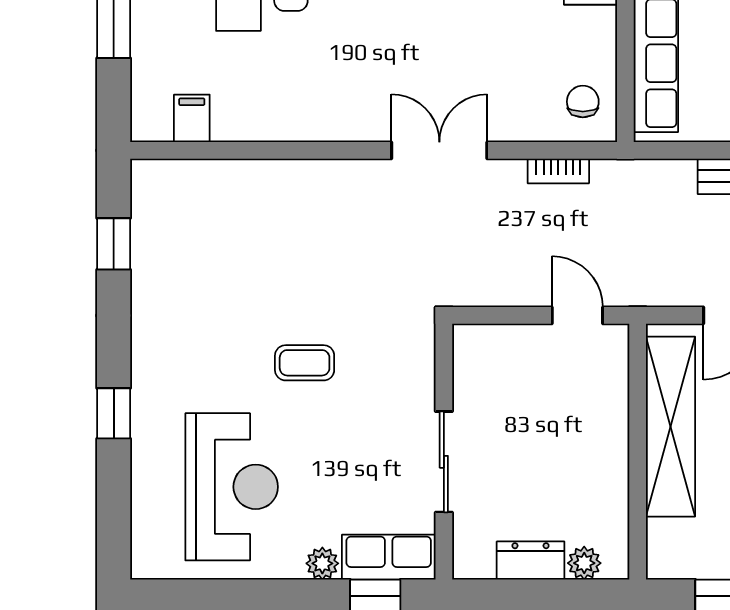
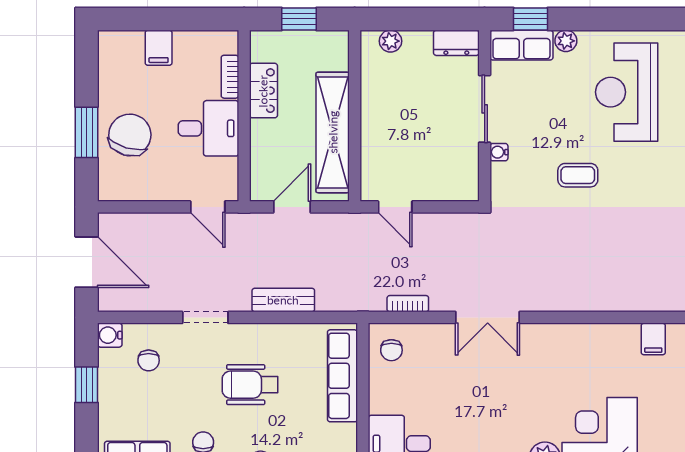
water cooler: (422, 397) -> (499, 152), added
dresser: (531, 561) -> (456, 43), moved

